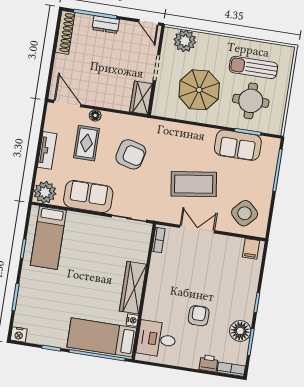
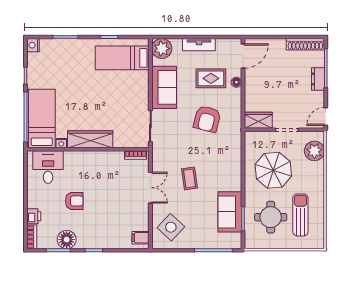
coffee table: (194, 184) -> (190, 178), width x0.54, depth x0.58

